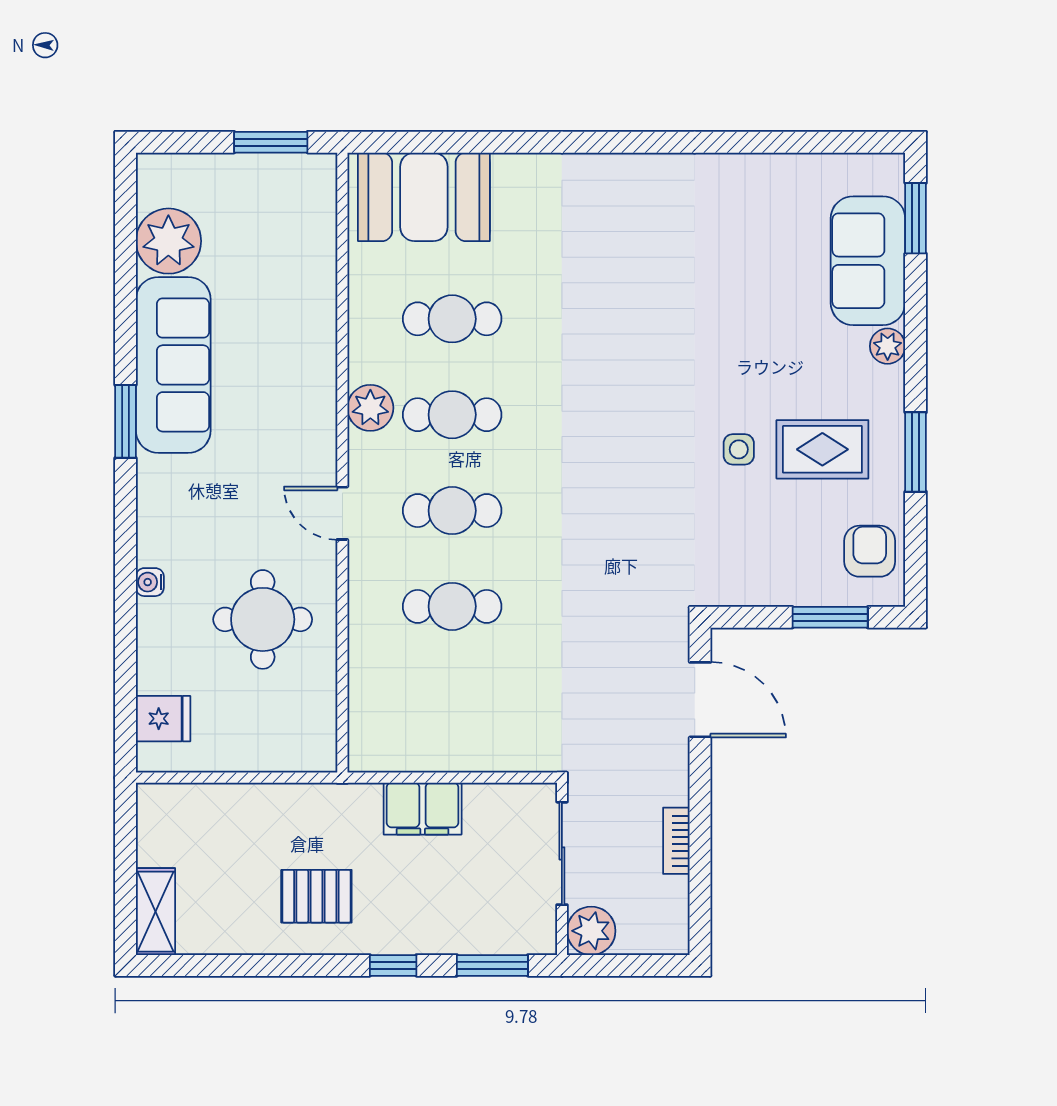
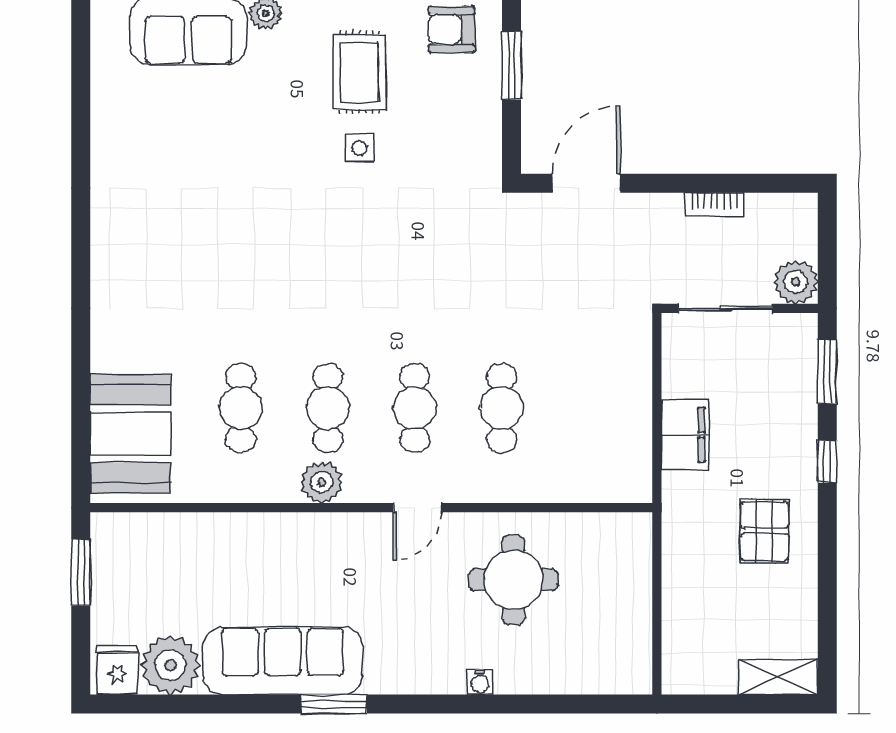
fridge: (163, 719) -> (117, 670), moved

